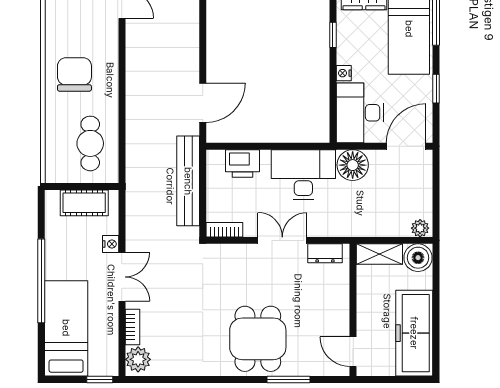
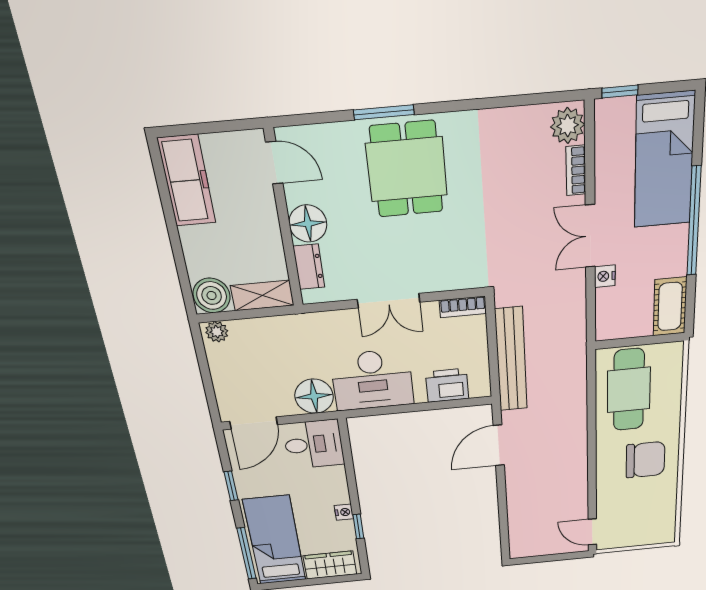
nightstand: (344, 73) -> (344, 512), moved
chair: (74, 74) -> (645, 460), turned -90
desk: (360, 113) -> (314, 444), width x0.73
cafe table: (90, 143) -> (629, 390), width x1.37, depth x1.35
cot: (84, 203) -> (670, 307), moved, turned 90
dresser: (325, 253) -> (309, 267), moved, turned 90
floor lamp: (336, 306) -> (308, 224), added
freezer: (414, 333) -> (187, 181), width x0.73, depth x0.79
window: (289, 379) -> (384, 112), moved

